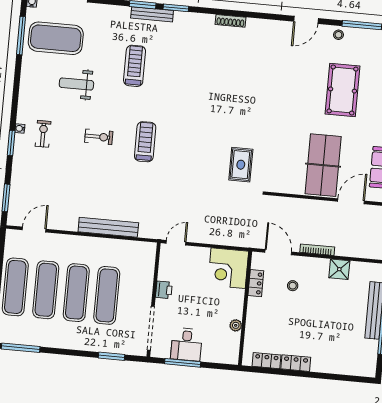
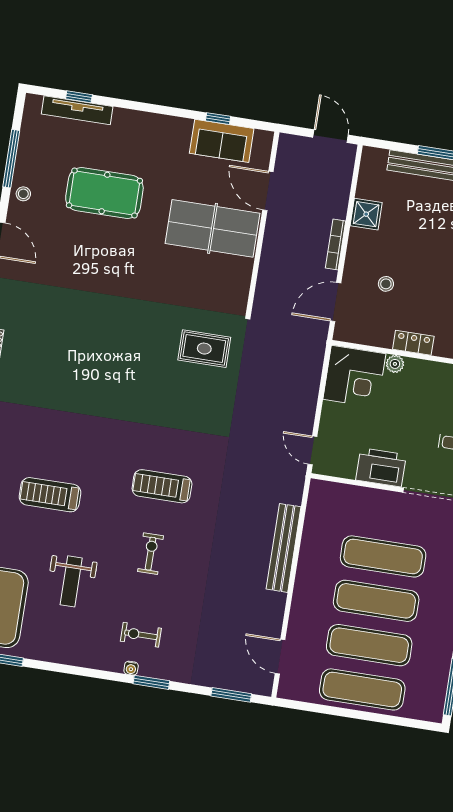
locker: (256, 283) -> (413, 343), moved
printer: (164, 290) -> (381, 467), width x1.87, depth x1.48
plant: (236, 325) -> (395, 364), moved

